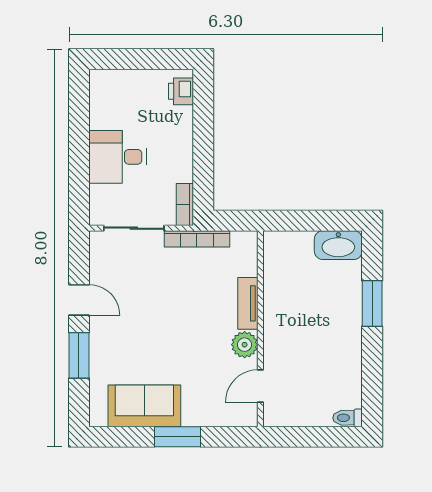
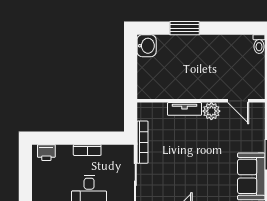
bookcase: (185, 204) -> (87, 150), moved
washbasin: (338, 245) -> (147, 46), width x0.72

